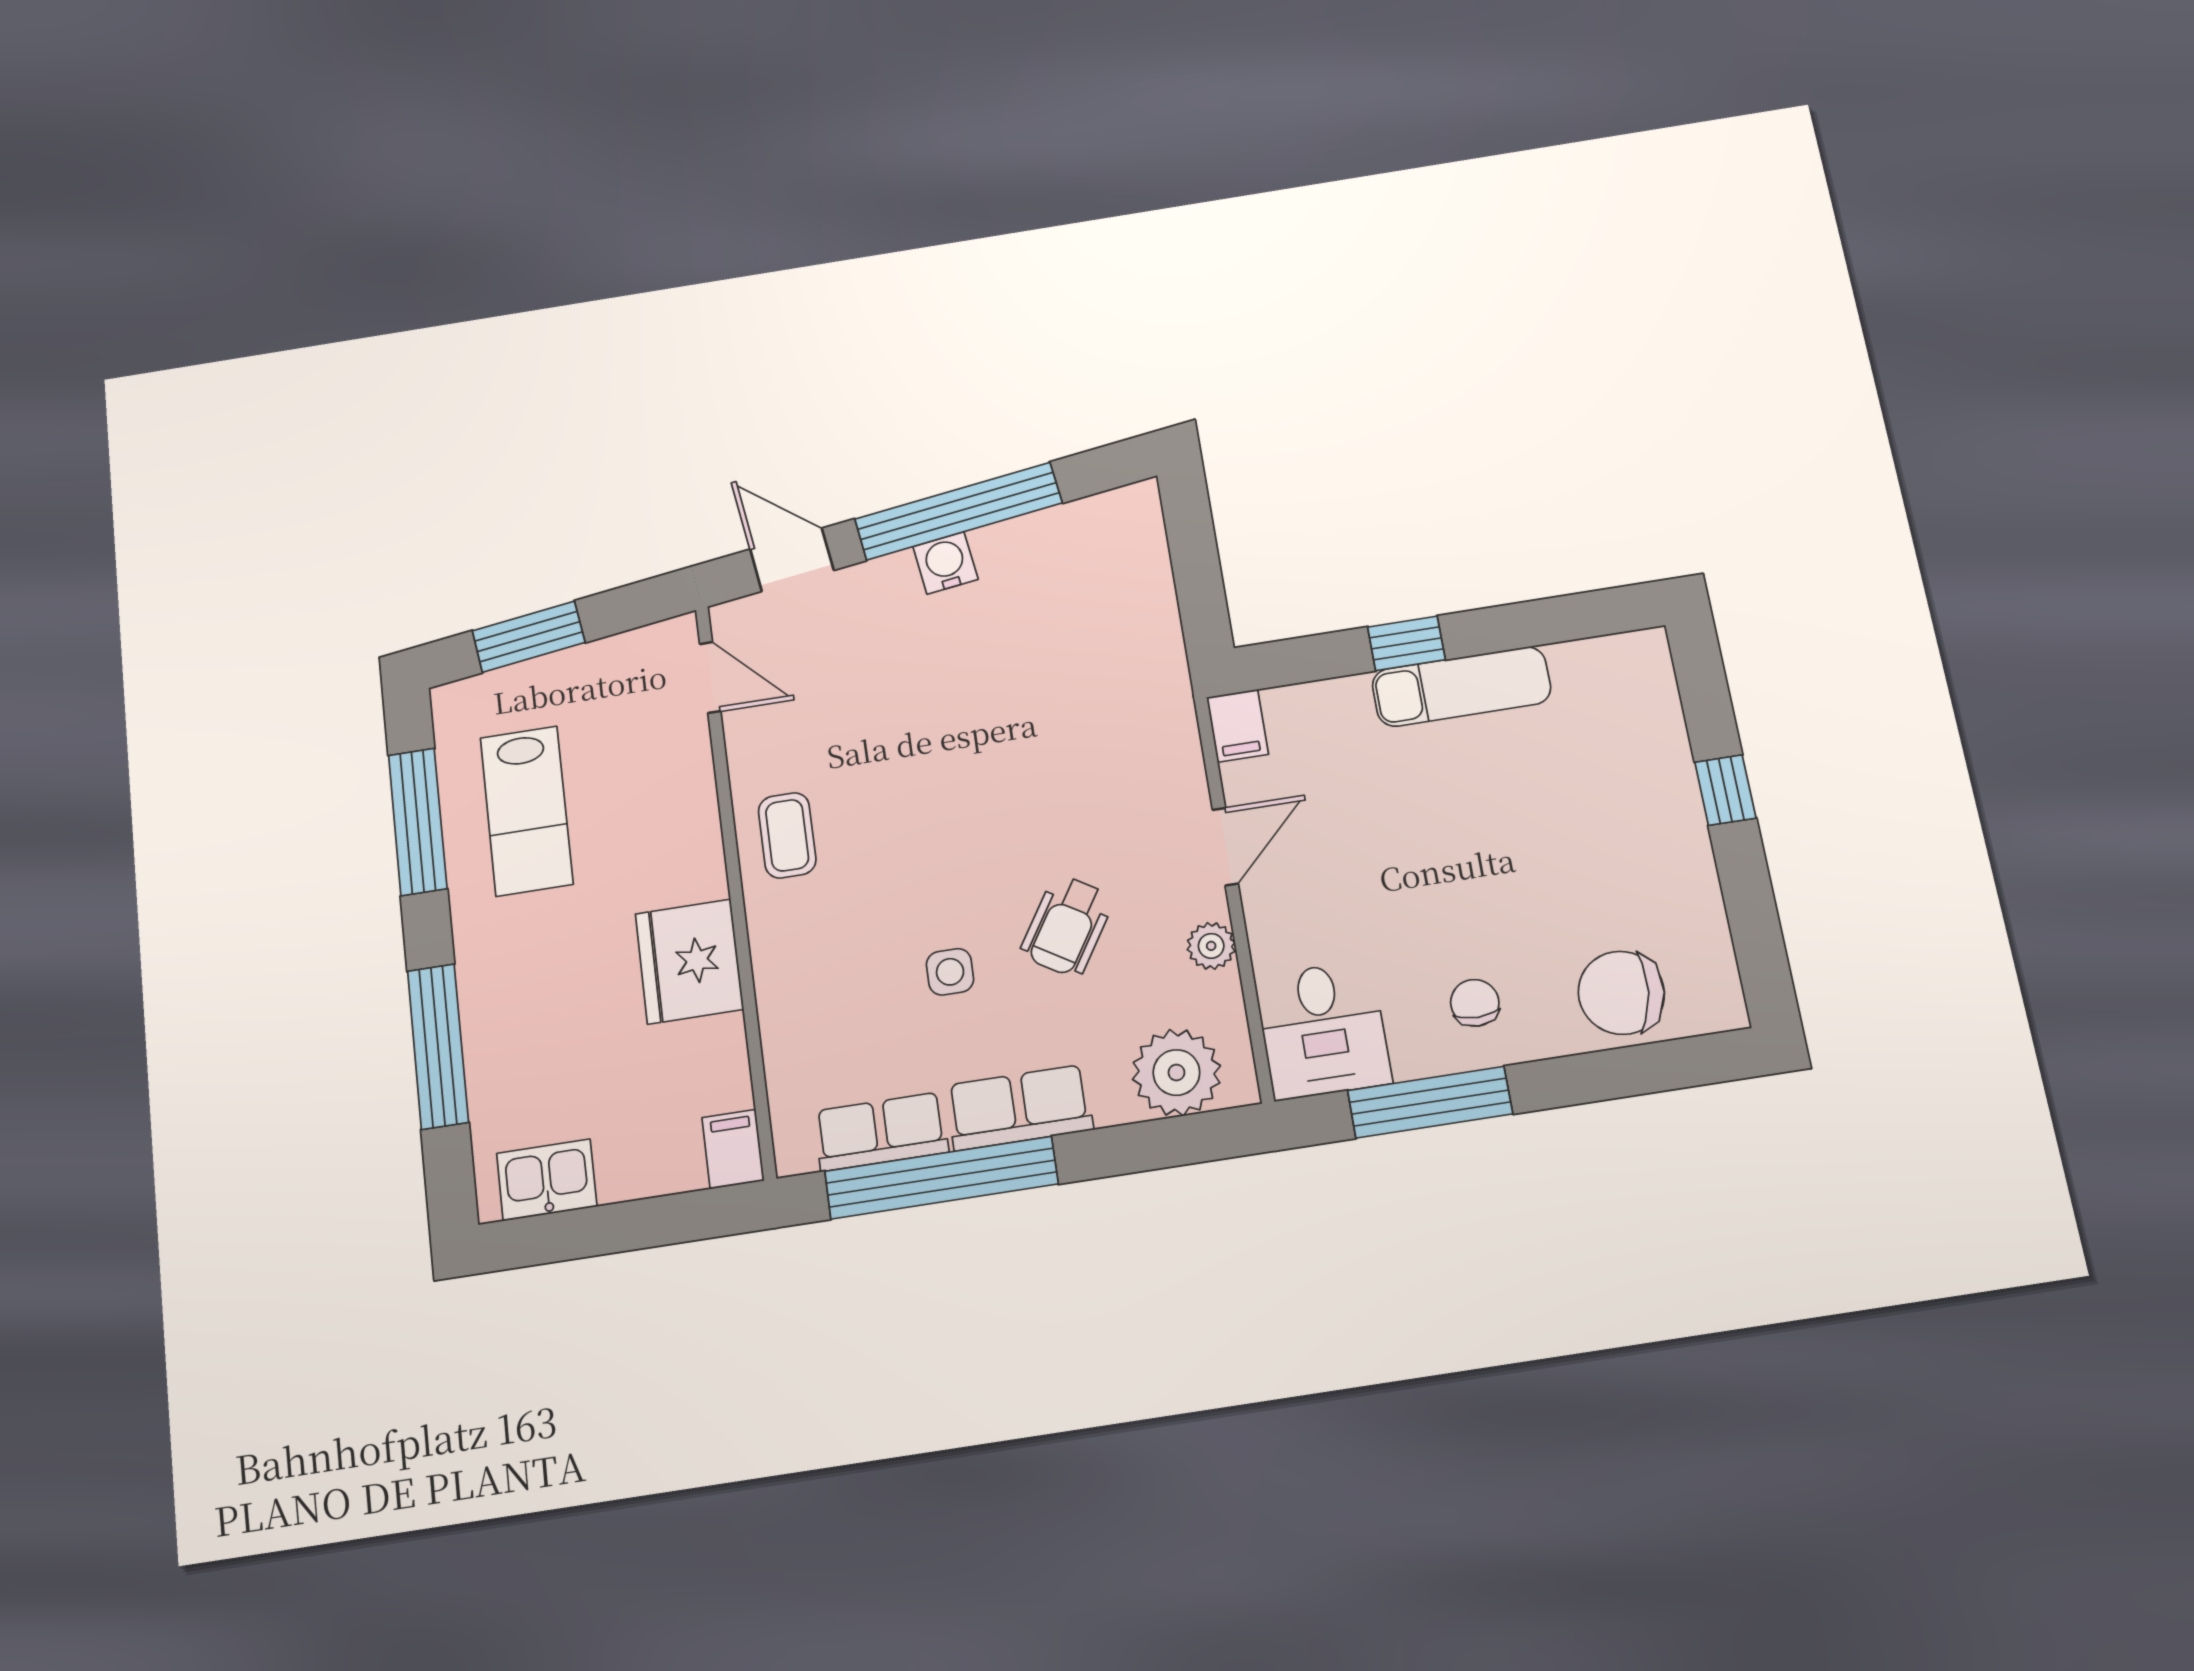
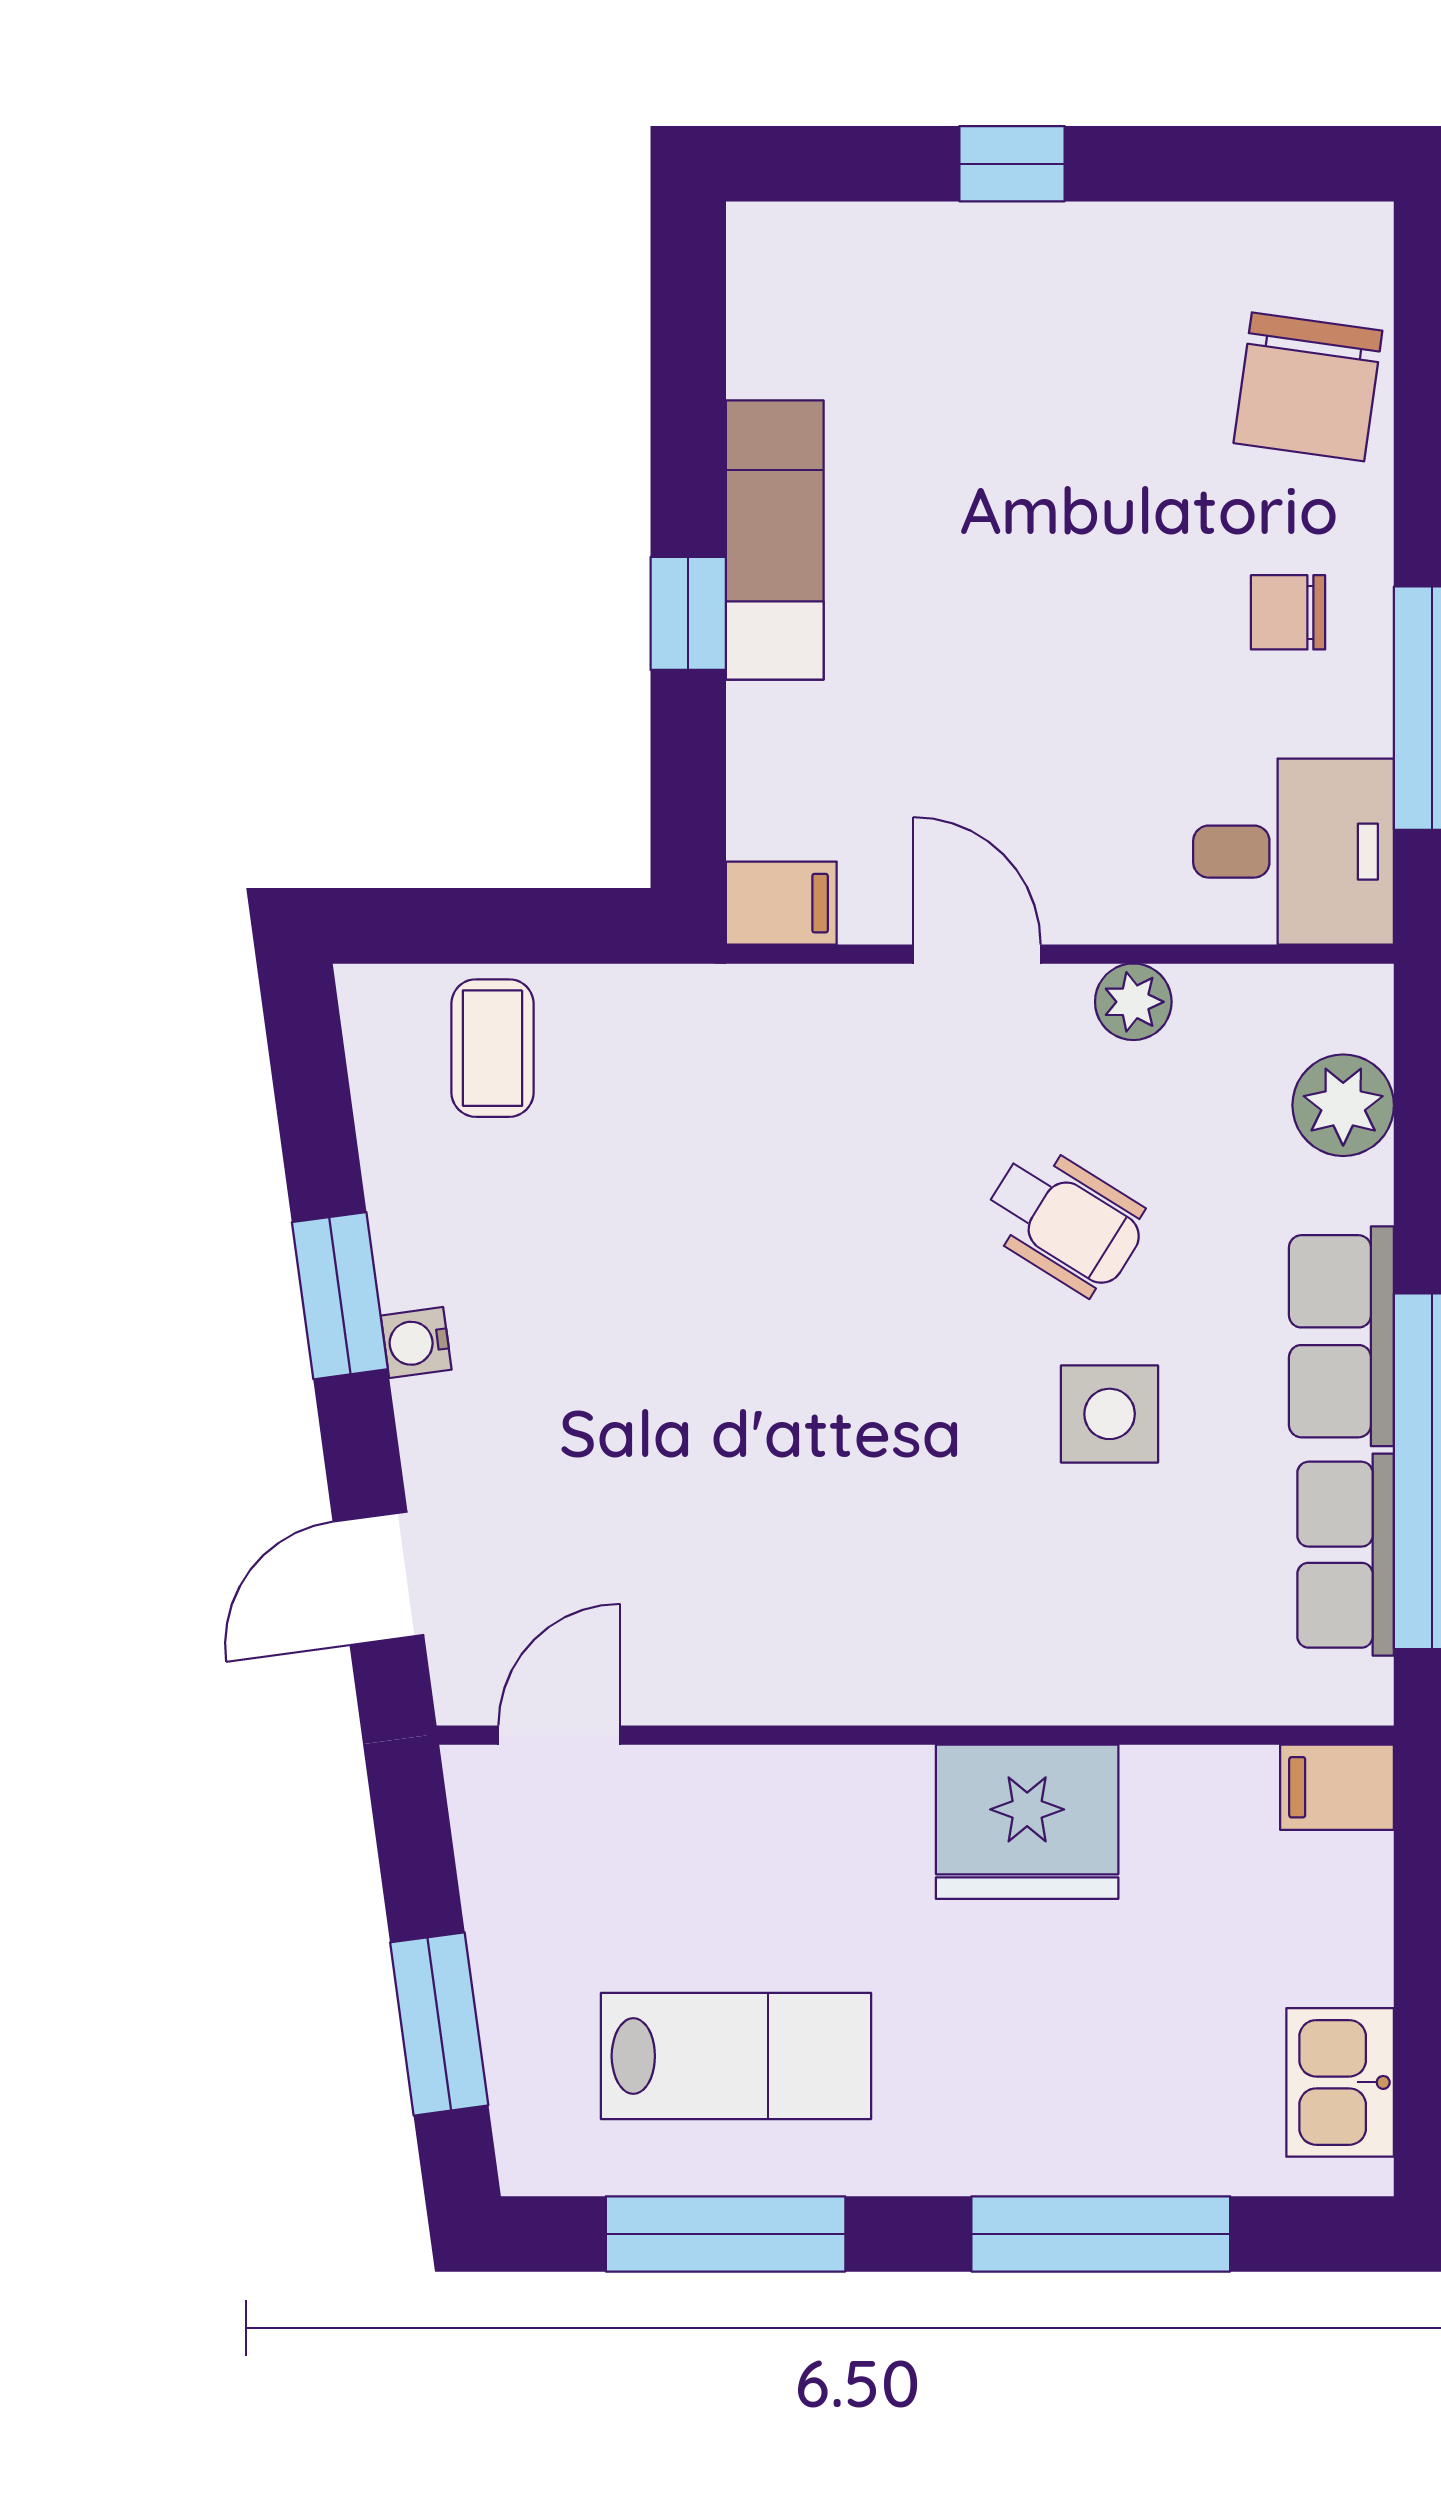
window: (958, 511) -> (340, 1296), width x0.47
water cooler: (946, 563) -> (416, 1343), width x0.72, depth x0.72
coffee table: (787, 835) -> (493, 1048), moved, turned 90
side table: (950, 972) -> (1110, 1414), width x1.37, depth x1.37
plant: (1176, 1072) -> (1343, 1105), width x0.73, depth x0.73

